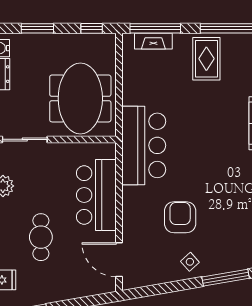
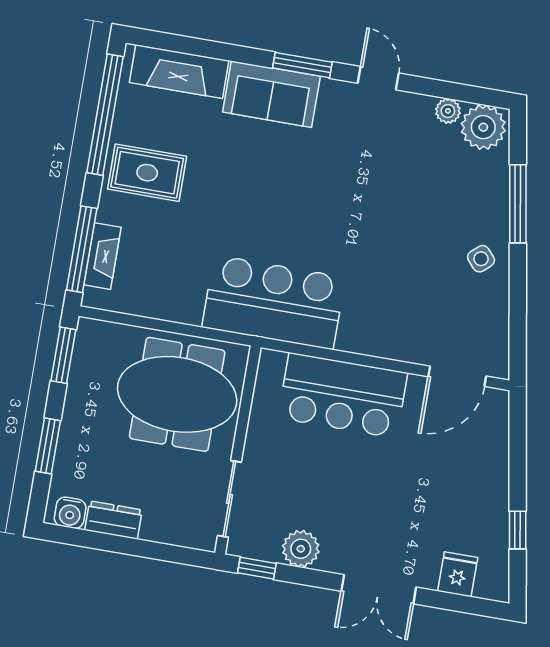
window: (92, 28) -> (63, 355), width x1.50
armchair: (180, 217) -> (404, 262), removed
cafe table: (41, 237) -> (397, 500), removed

